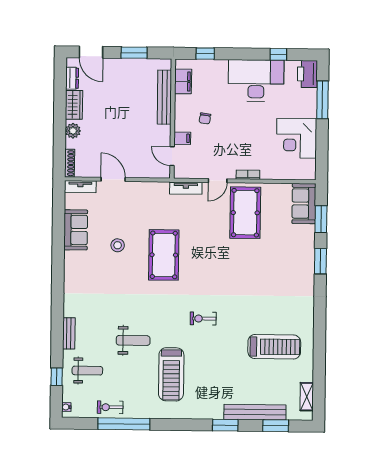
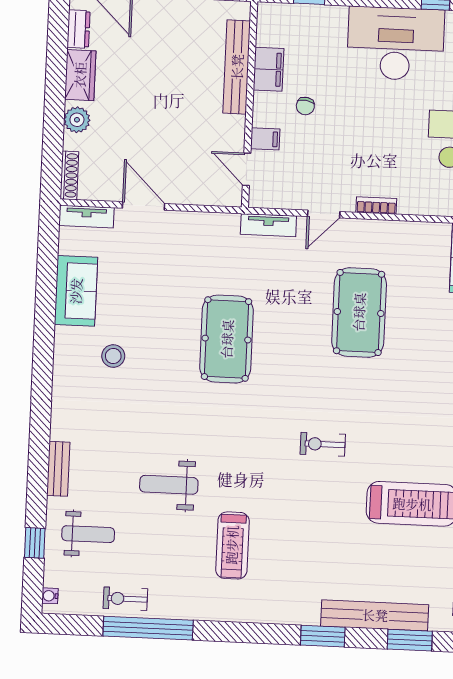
filing cabinet: (183, 81) -> (268, 69), moved
pool table: (245, 213) -> (359, 312), moved
stool: (118, 245) -> (113, 356), moved
exercise bike: (203, 319) -> (323, 444), moved
weight bench: (133, 340) -> (169, 485), turned 180
treadmill: (171, 374) -> (232, 545), width x0.73, depth x0.73

